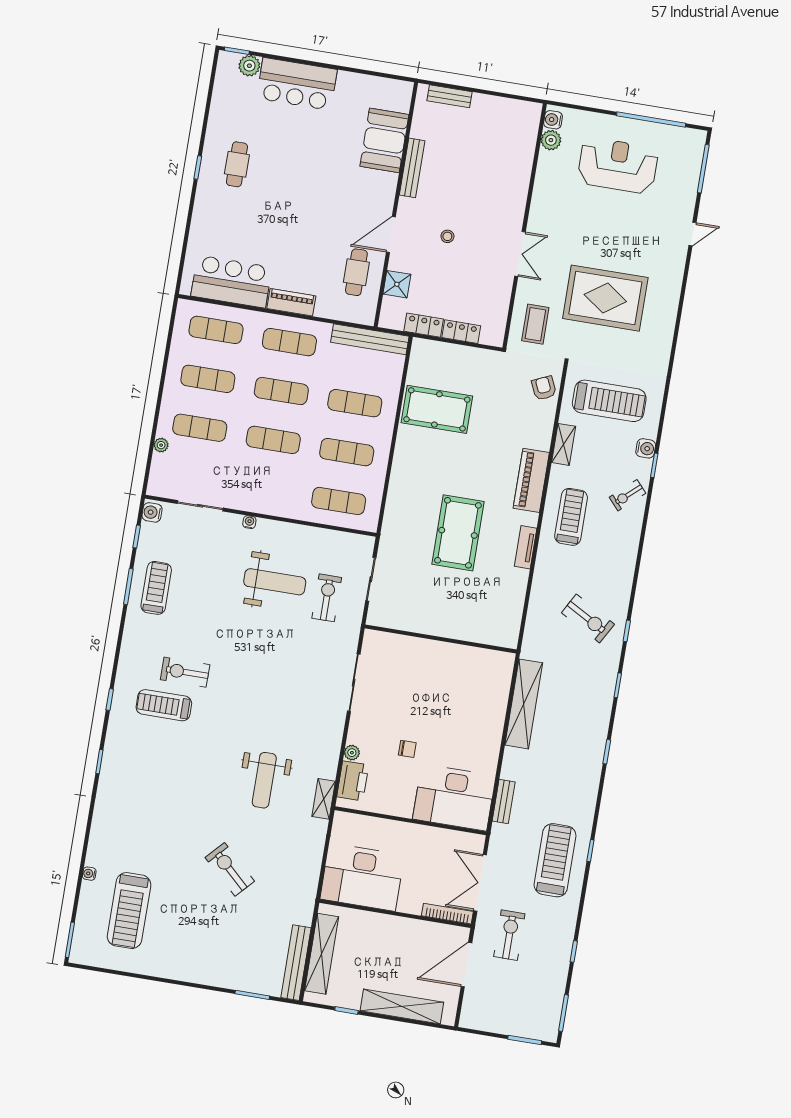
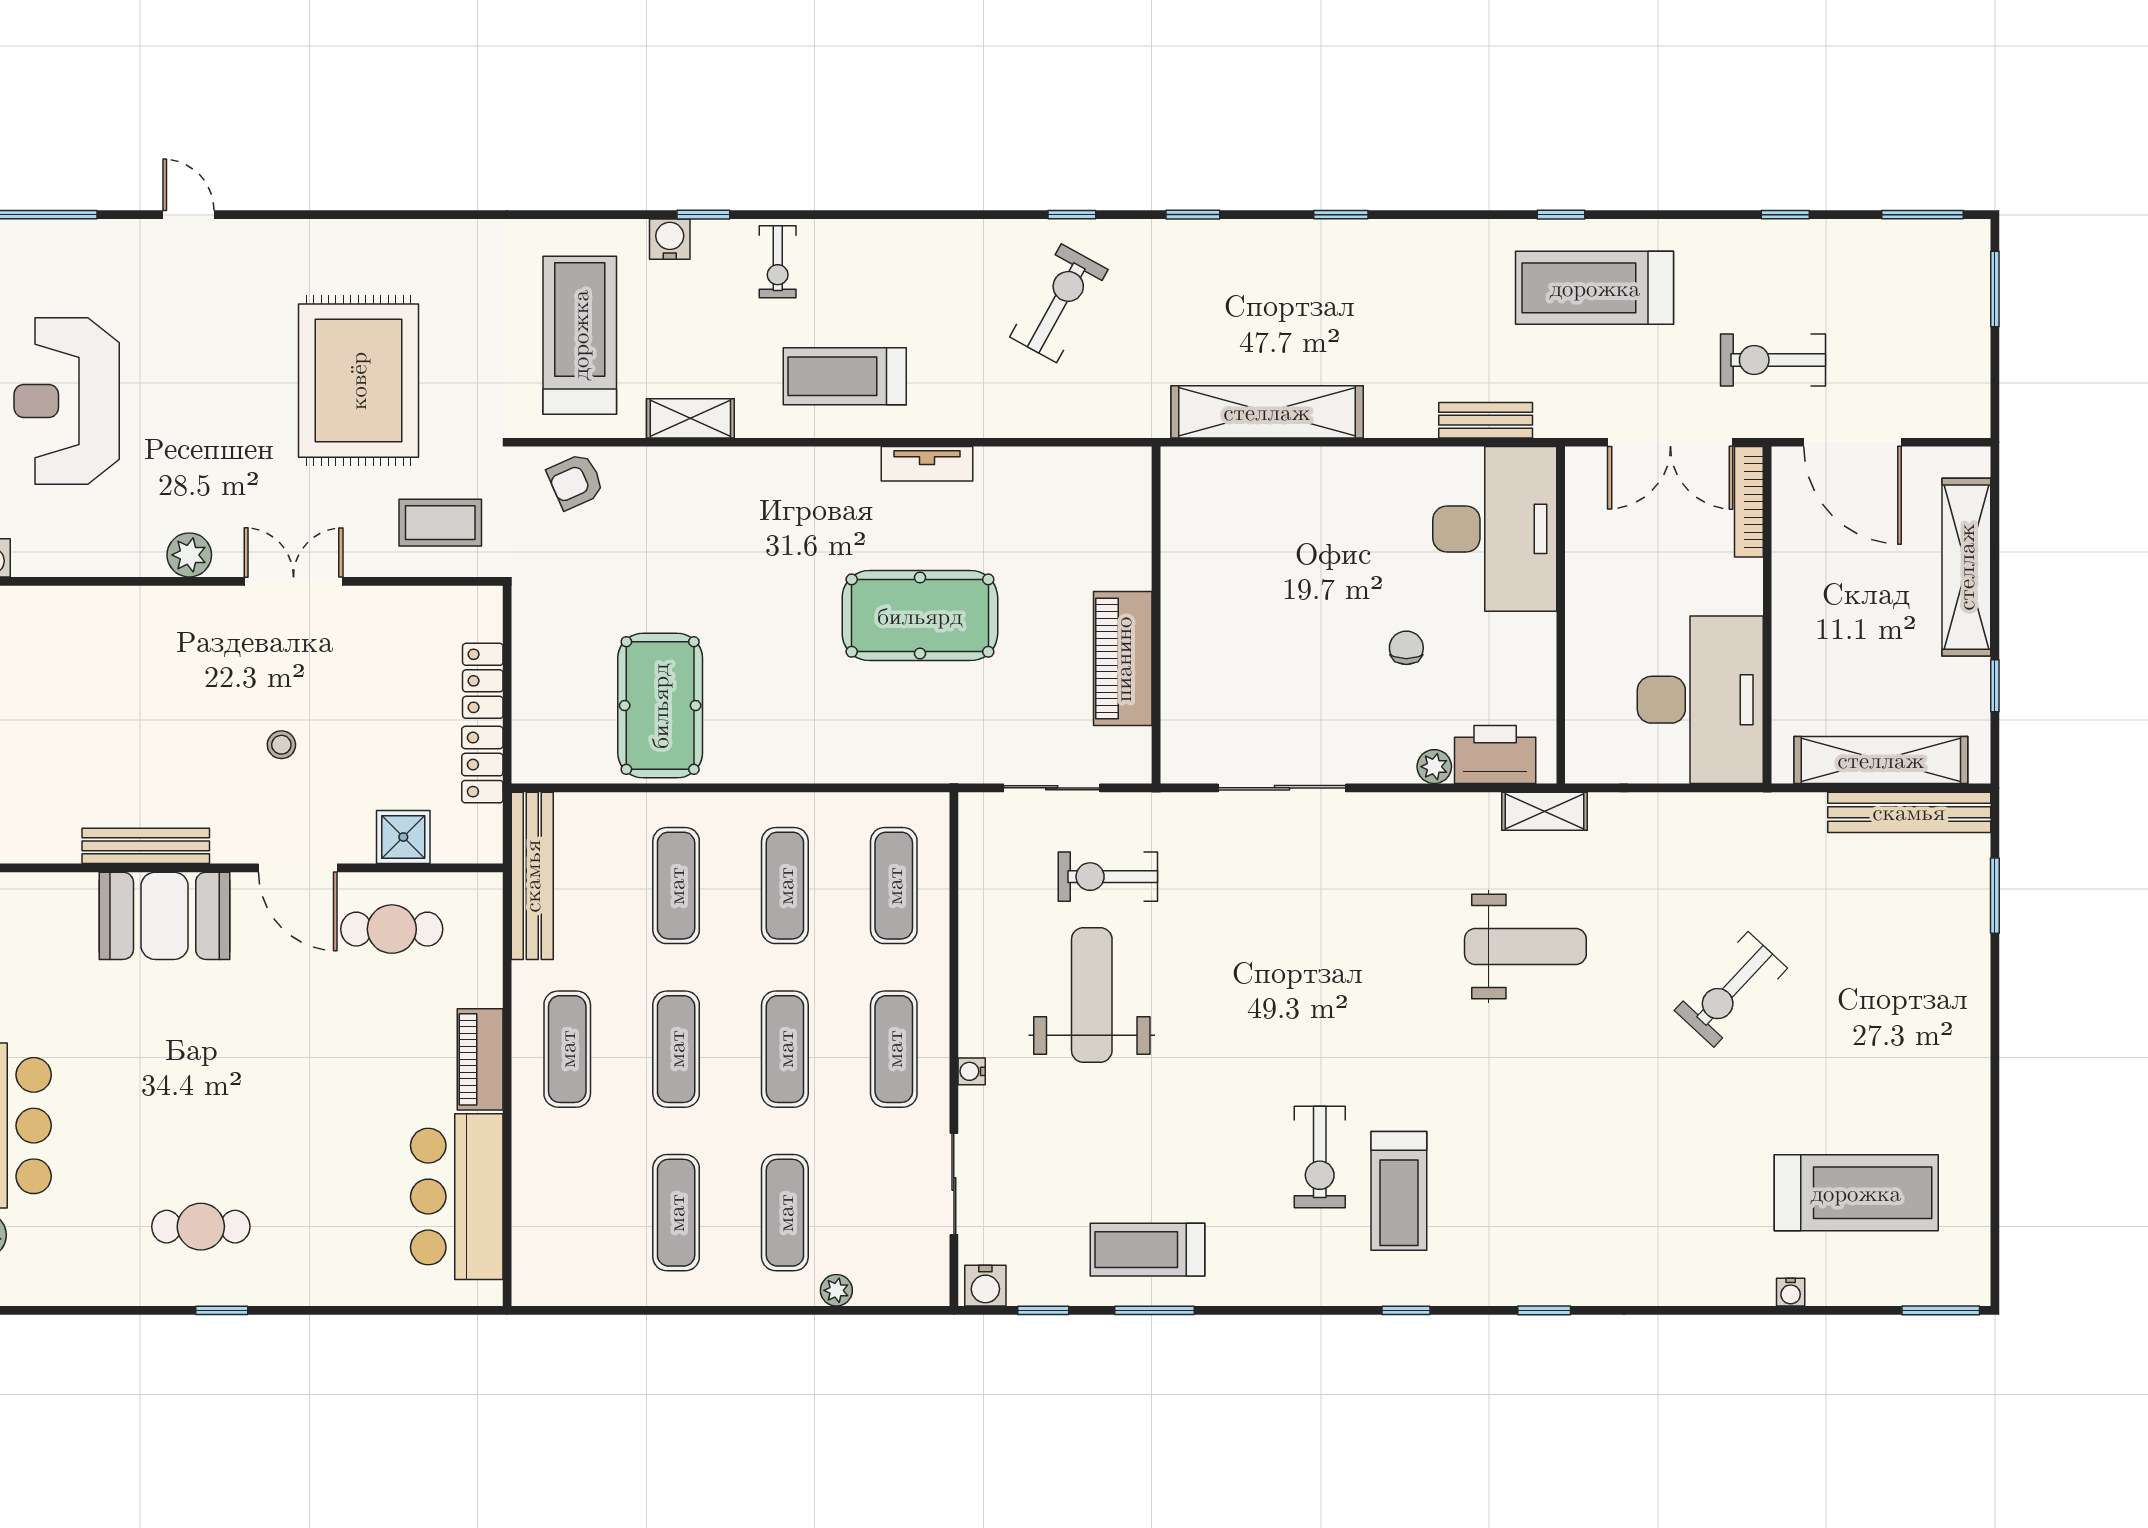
booth: (384, 140) -> (165, 916), moved
plant: (551, 140) -> (189, 555), moved
exercise mat: (216, 330) -> (894, 1049), moved
piano: (531, 480) -> (1123, 659), moved, turned 90
exercise bike: (628, 495) -> (778, 262), turned 42

